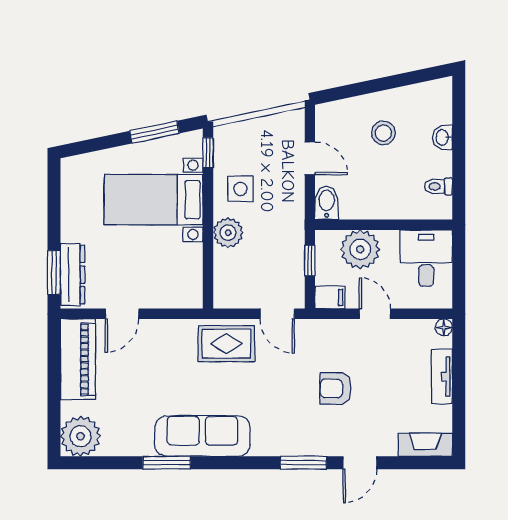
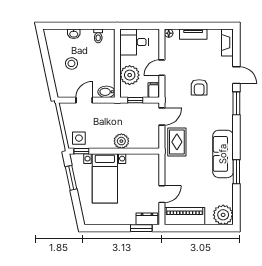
side table: (240, 189) -> (79, 138), moved
dresser: (73, 275) -> (147, 219), width x0.70
door: (122, 314) -> (162, 194), hinge flipped

